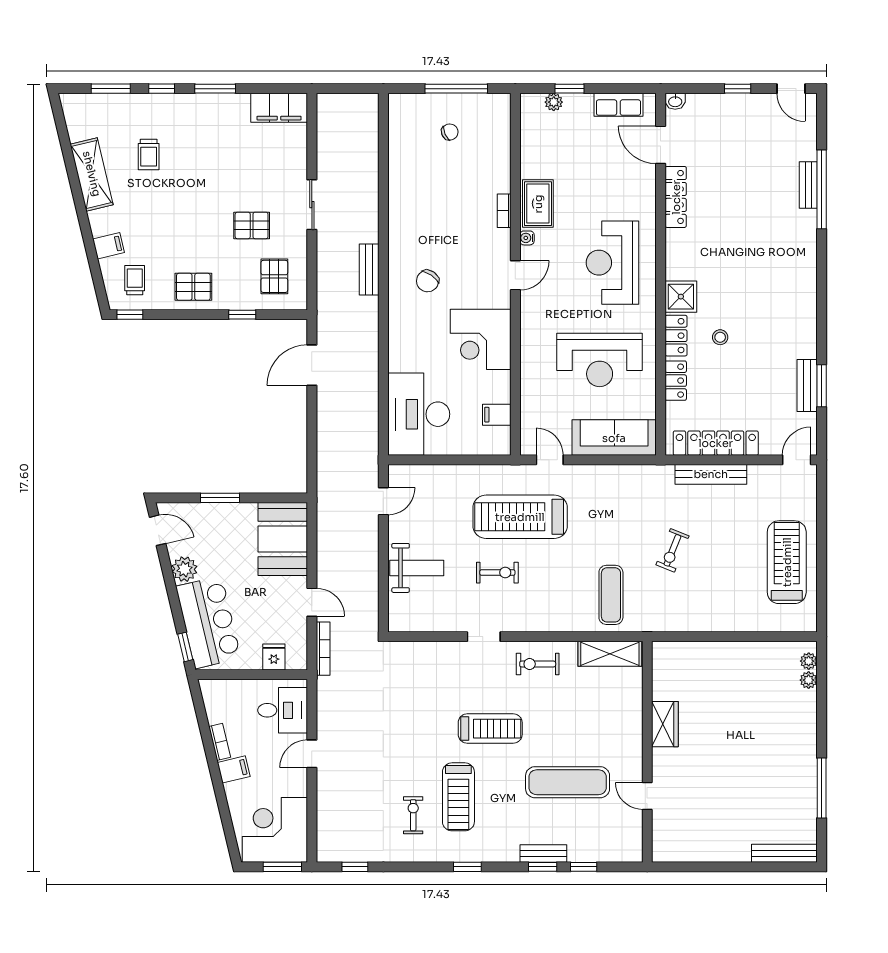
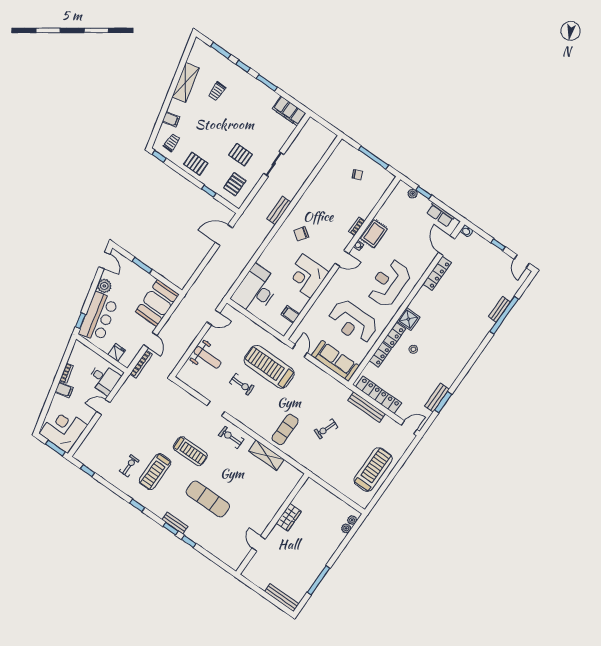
wardrobe: (665, 724) -> (289, 517), moved
wall: (647, 752) -> (272, 524), moved
door: (647, 796) -> (259, 544), moved

